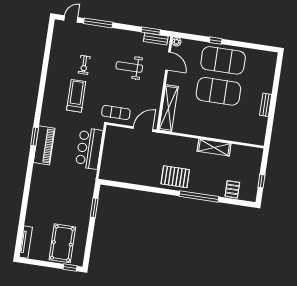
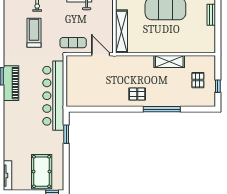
door: (143, 129) -> (101, 54), hinge flipped
bar counter: (89, 148) -> (53, 96), width x1.86
pallet: (175, 177) -> (137, 94), width x0.67, depth x0.71
pallet: (232, 189) -> (198, 80), moved

